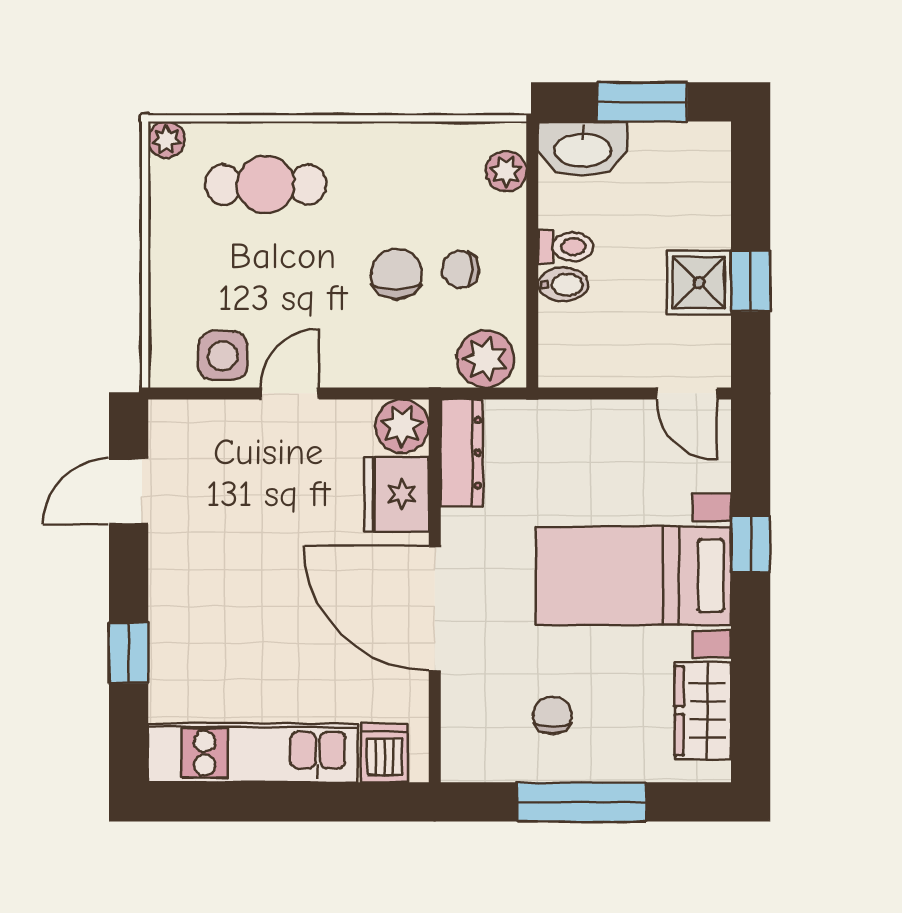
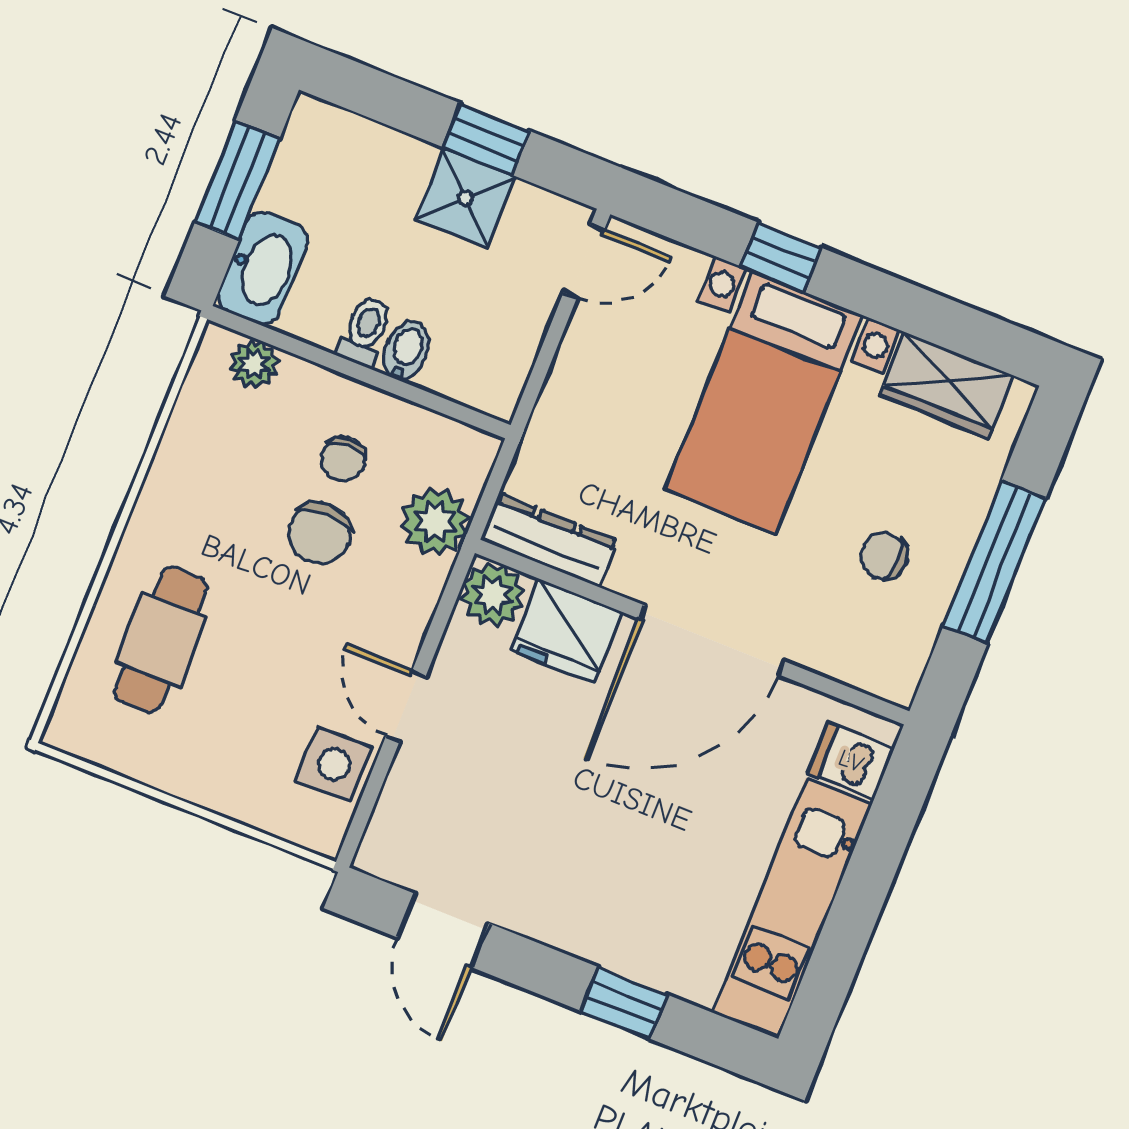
plant: (166, 140) -> (66, 731), removed
chair: (396, 274) -> (320, 533), turned -90
plant: (485, 359) -> (435, 522), moved

